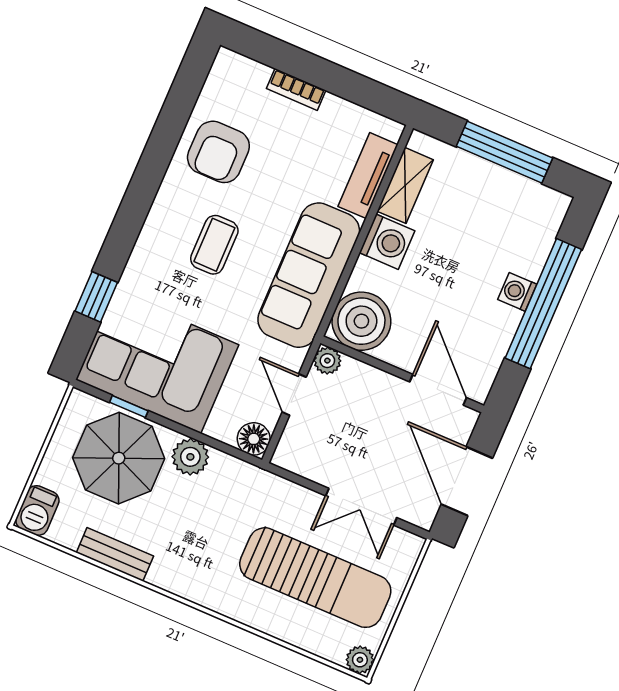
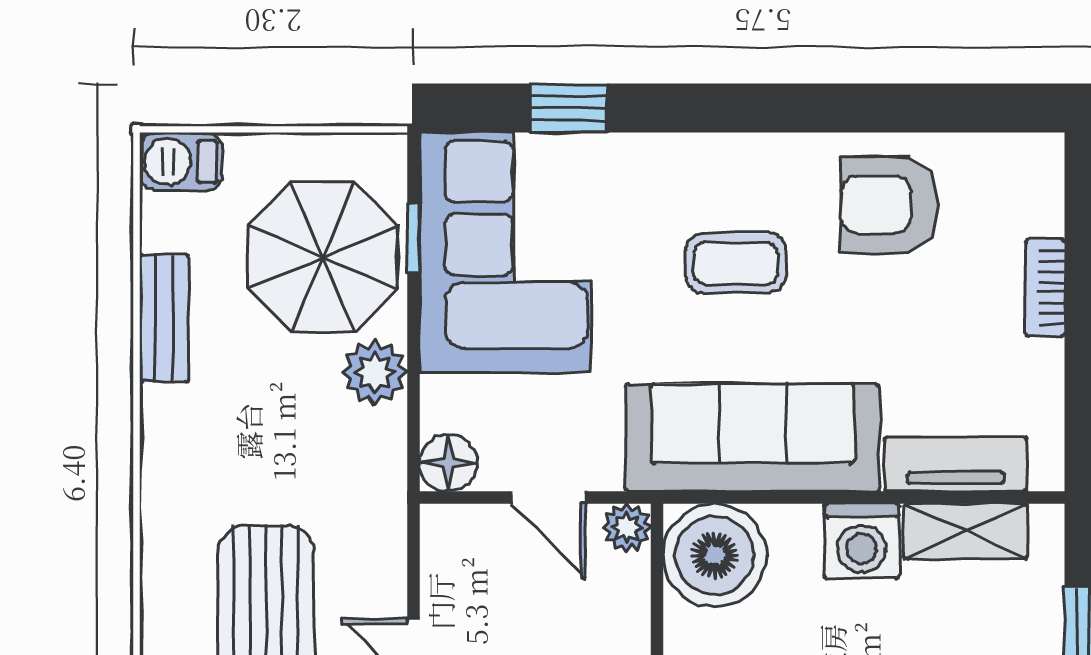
door: (294, 395) -> (548, 498), swing flipped

